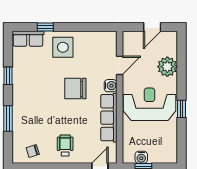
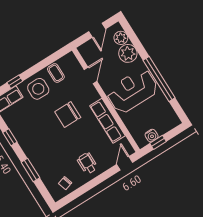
coffee table: (89, 43) -> (56, 73), added
plant: (170, 48) -> (121, 38), added
water cooler: (111, 86) -> (93, 95), removed
window: (181, 109) -> (159, 79), width x3.17

